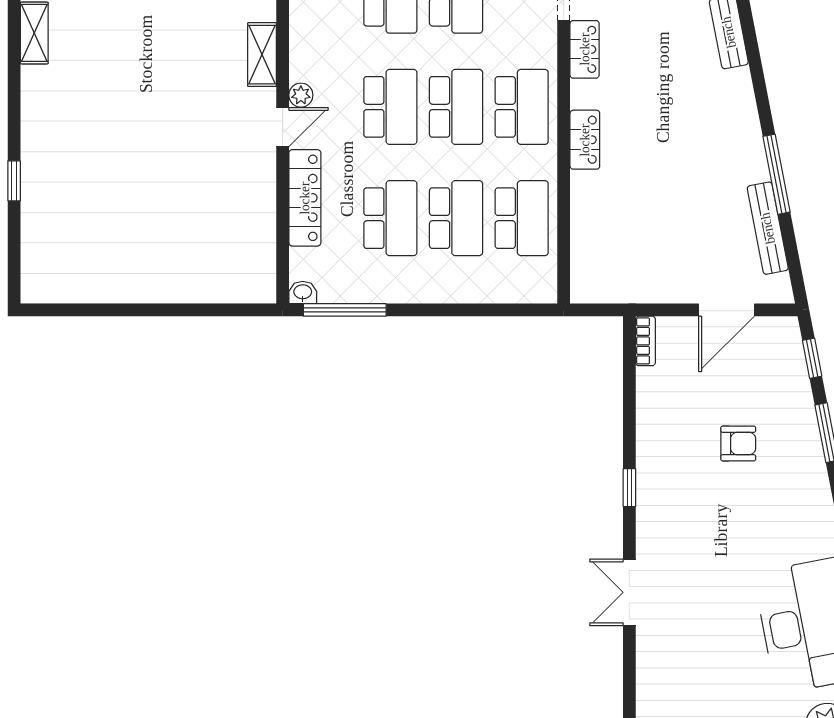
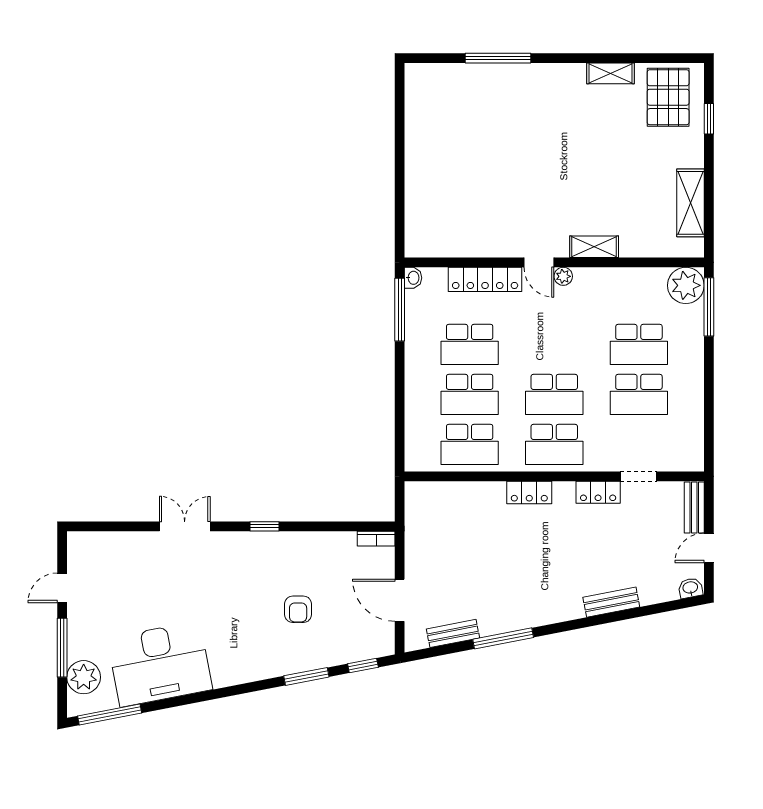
school desk: (390, 107) -> (554, 344), removed
window: (14, 181) -> (498, 58), width x2.17
bench: (768, 228) -> (453, 633), width x0.73

